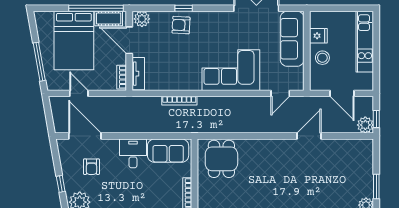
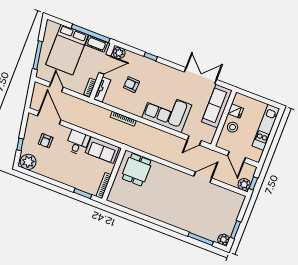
armchair: (181, 25) -> (131, 85), moved
door: (129, 40) -> (105, 64), swing flipped

